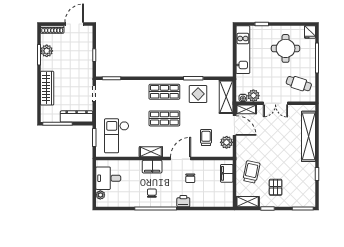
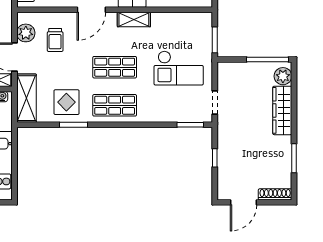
plant: (47, 51) -> (283, 76), moved
dresser: (77, 116) -> (240, 70), removed
checkout: (117, 136) -> (179, 68), moved, turned 90

